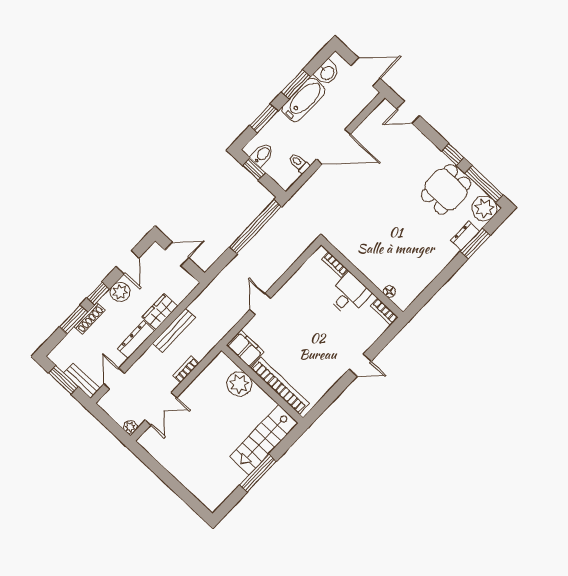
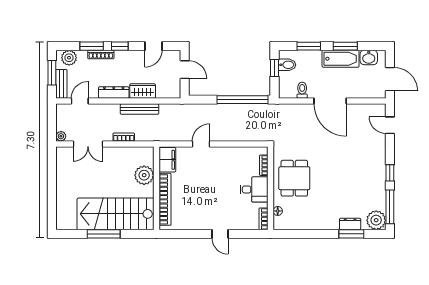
dining table: (446, 189) -> (294, 178), moved, turned 90
plant: (120, 292) -> (69, 58), moved
stairs: (264, 440) -> (115, 214), width x1.36, depth x1.51

